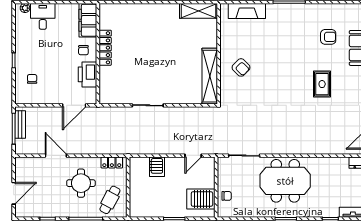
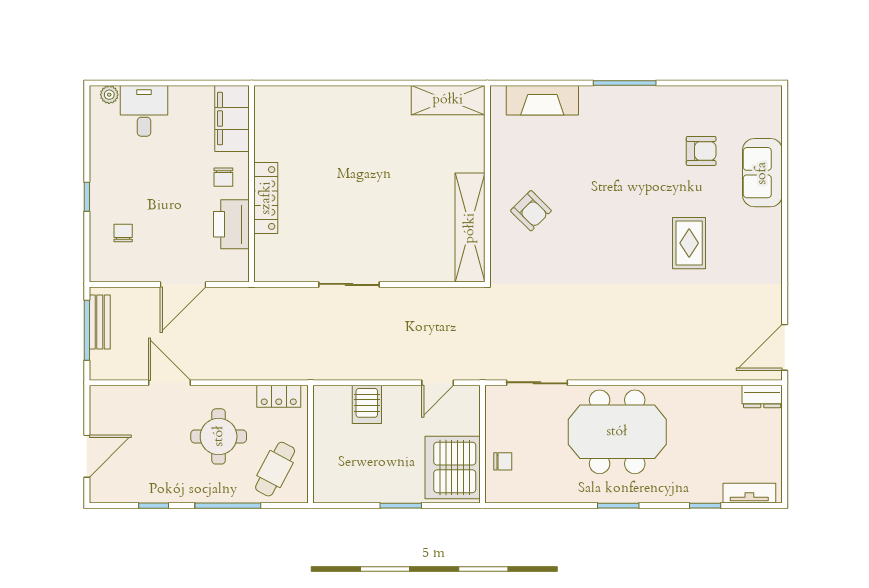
locker: (105, 48) -> (266, 198), moved
door: (74, 105) -> (183, 284), moved
server rack: (201, 199) -> (453, 467), width x1.60

